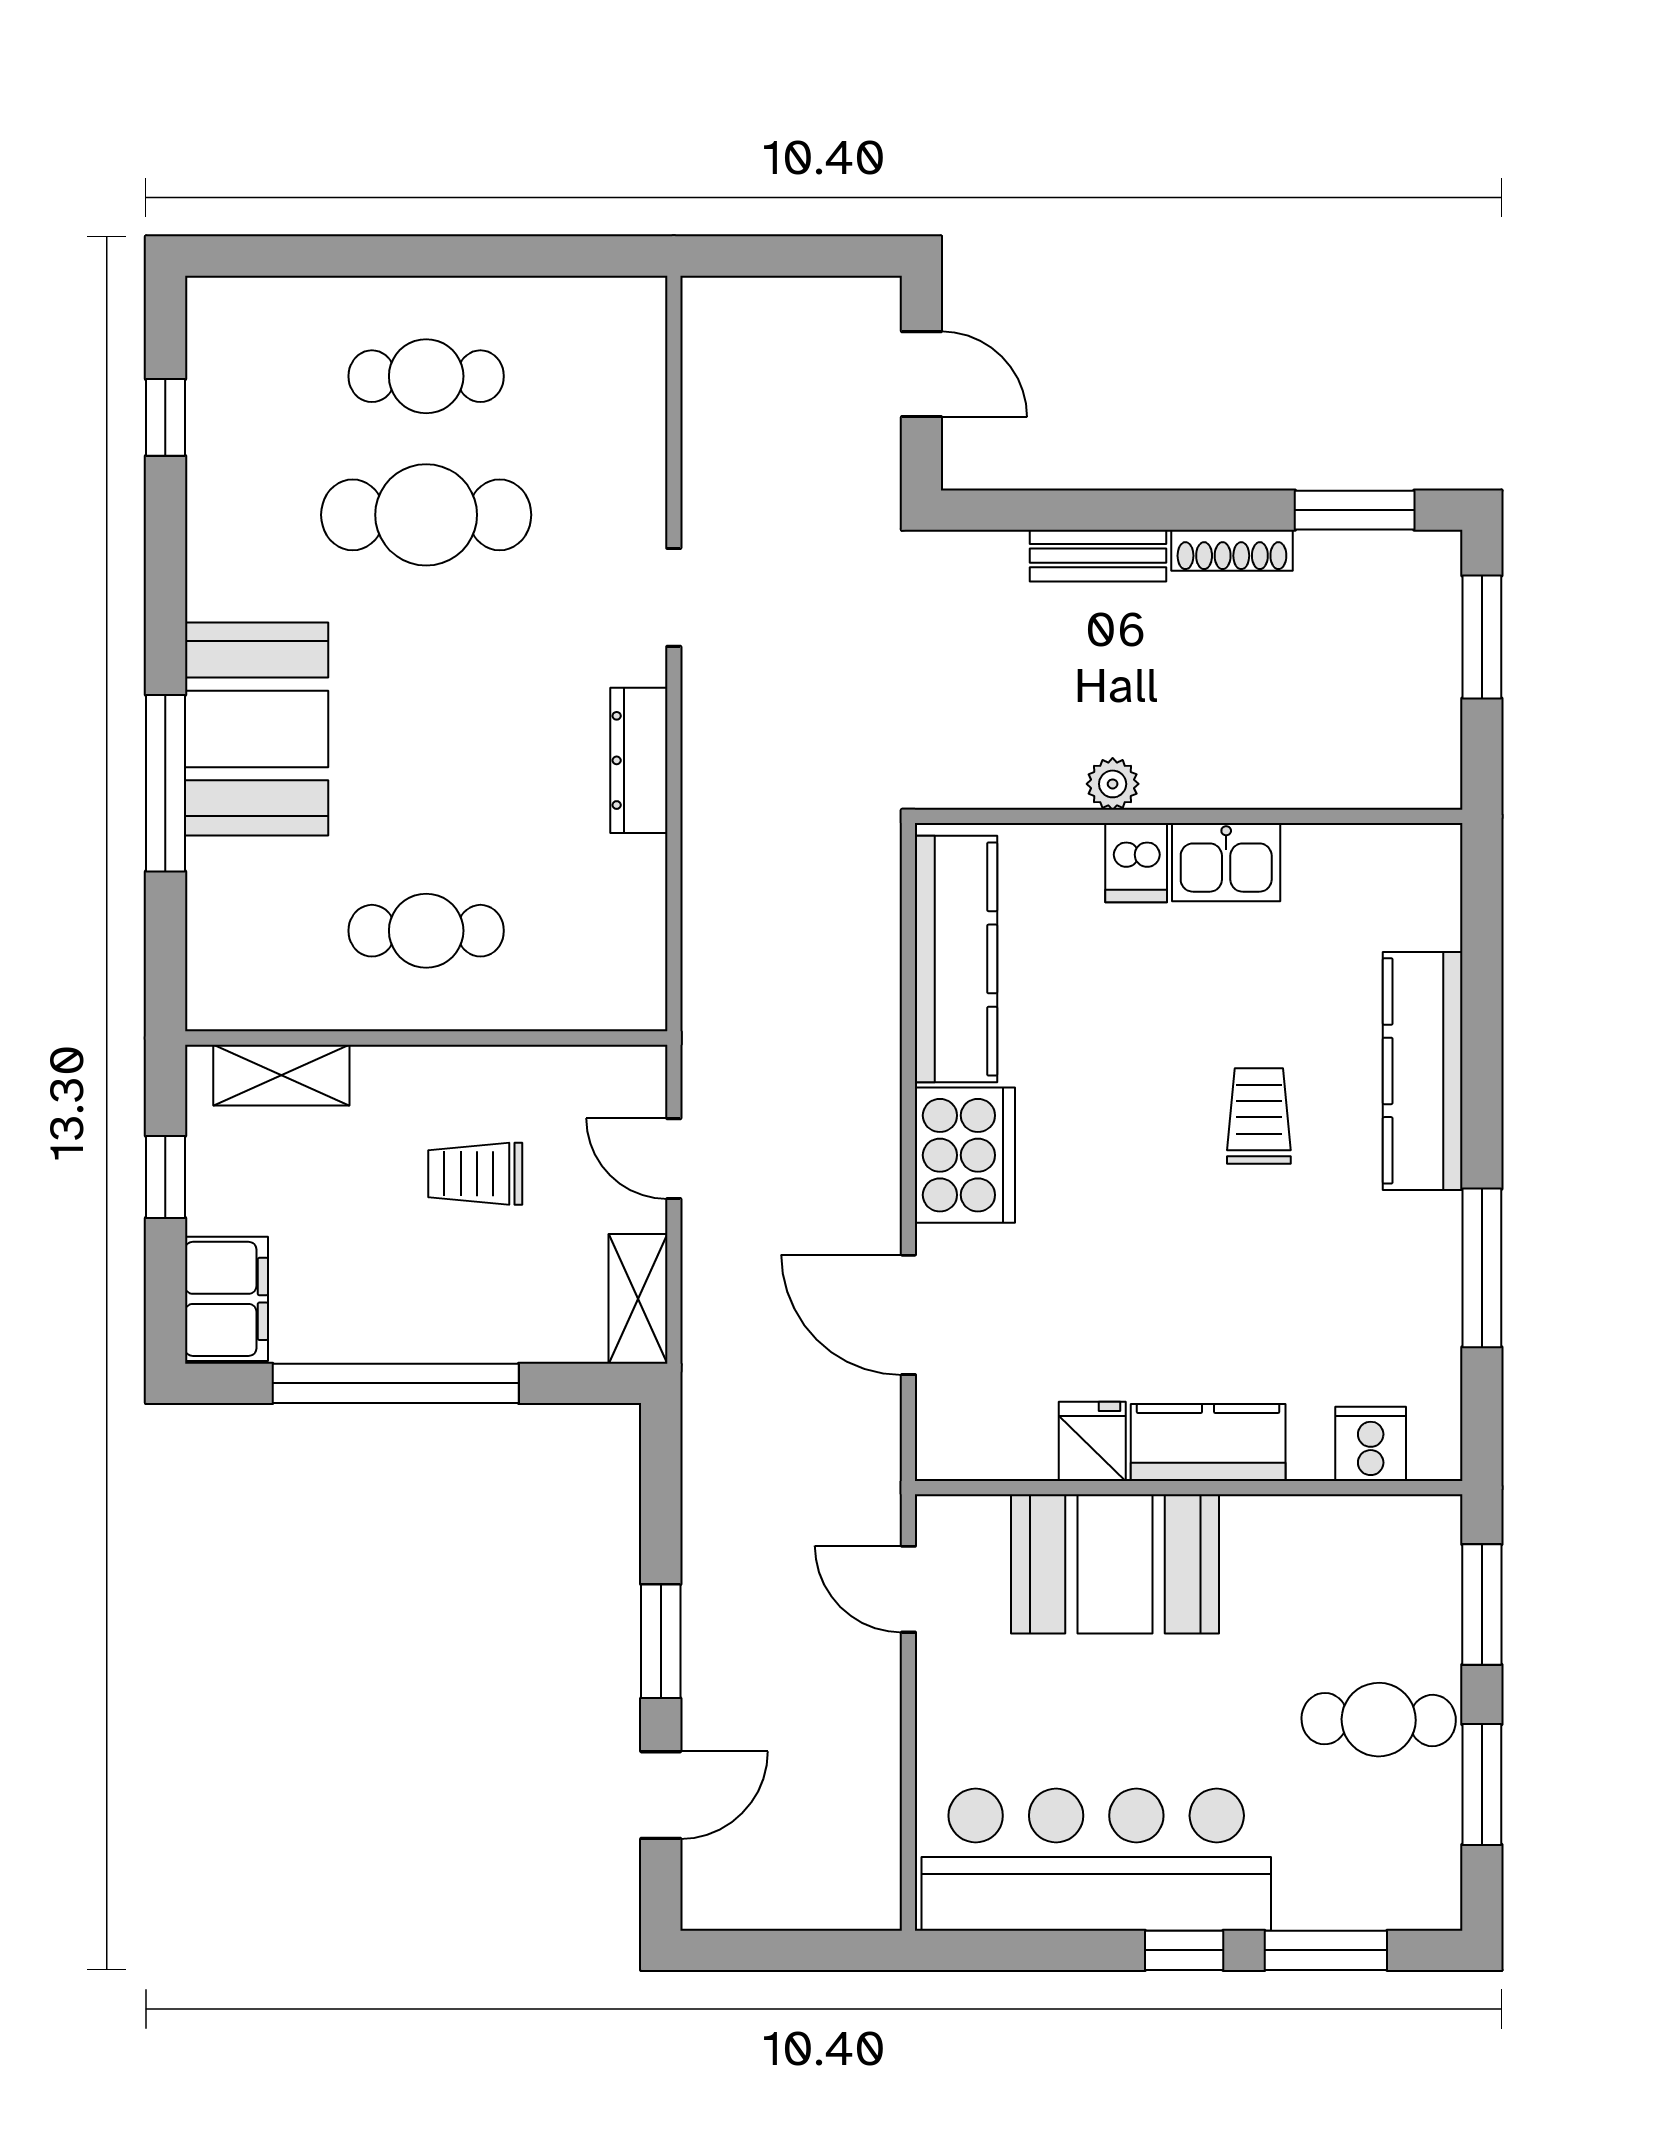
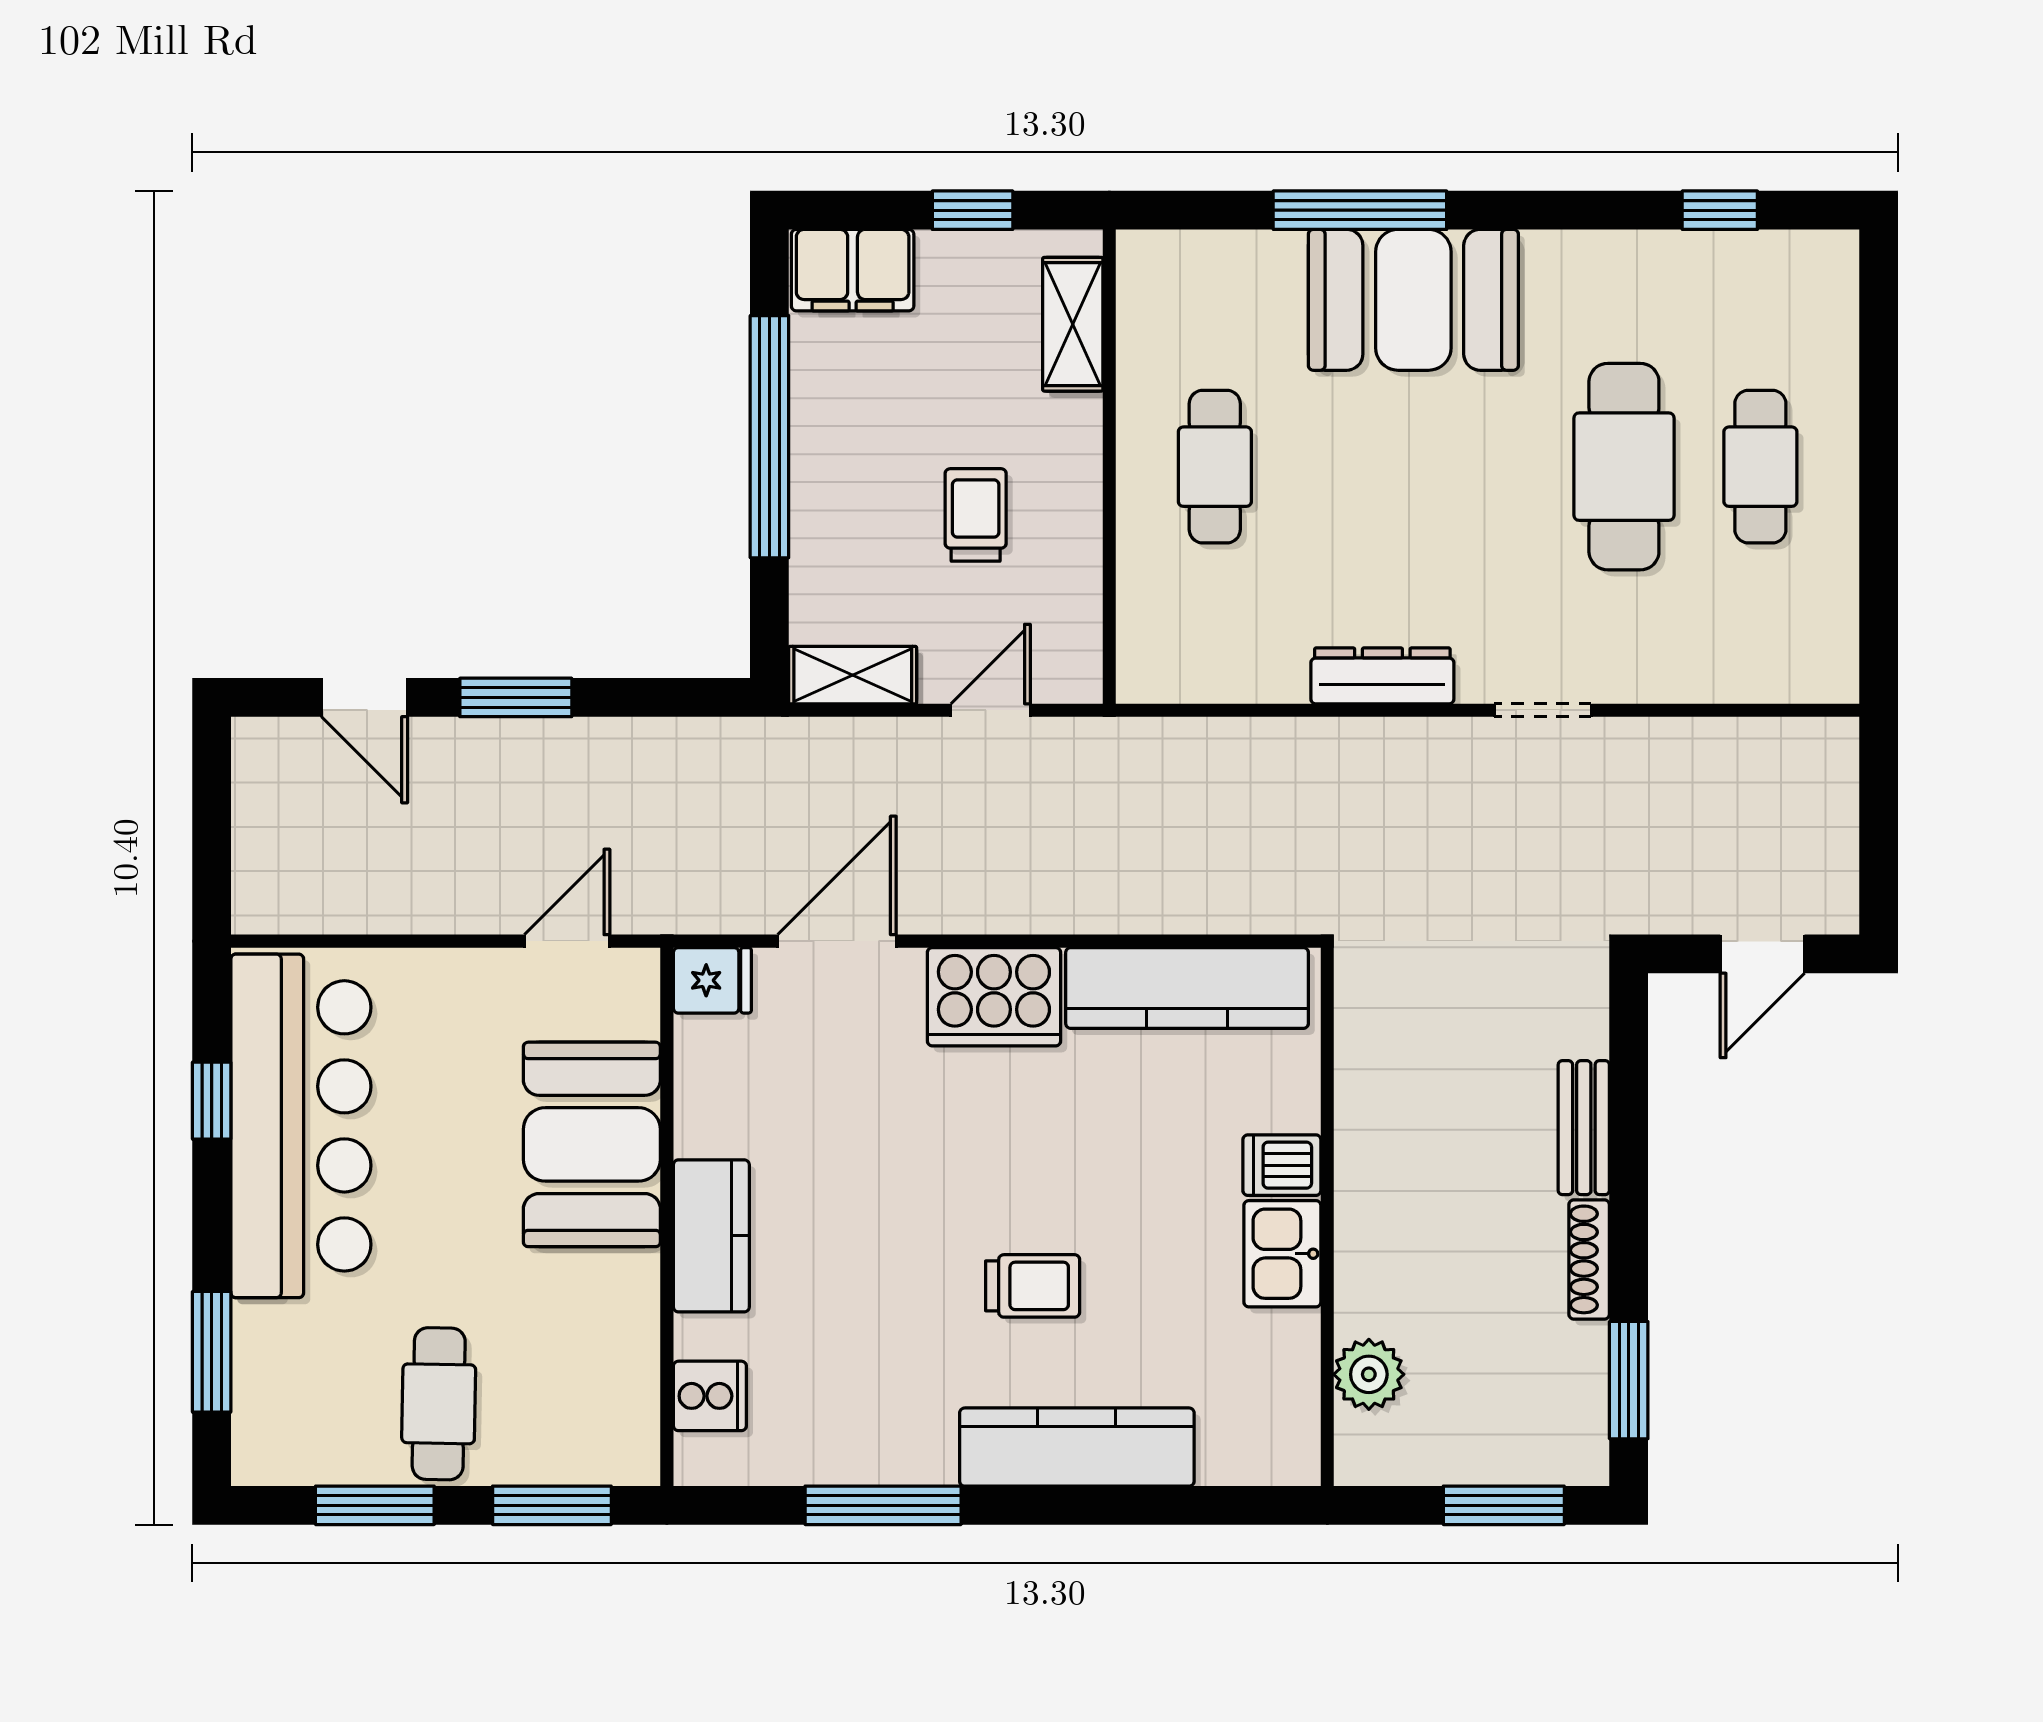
plant: (1113, 784) -> (1369, 1374), moved, width x1.38, depth x1.38
fridge: (1092, 1441) -> (712, 980), moved
window: (1184, 1950) -> (212, 1101), moved

